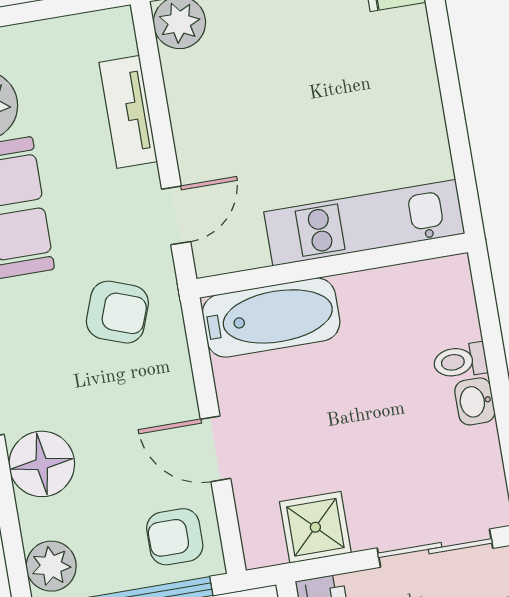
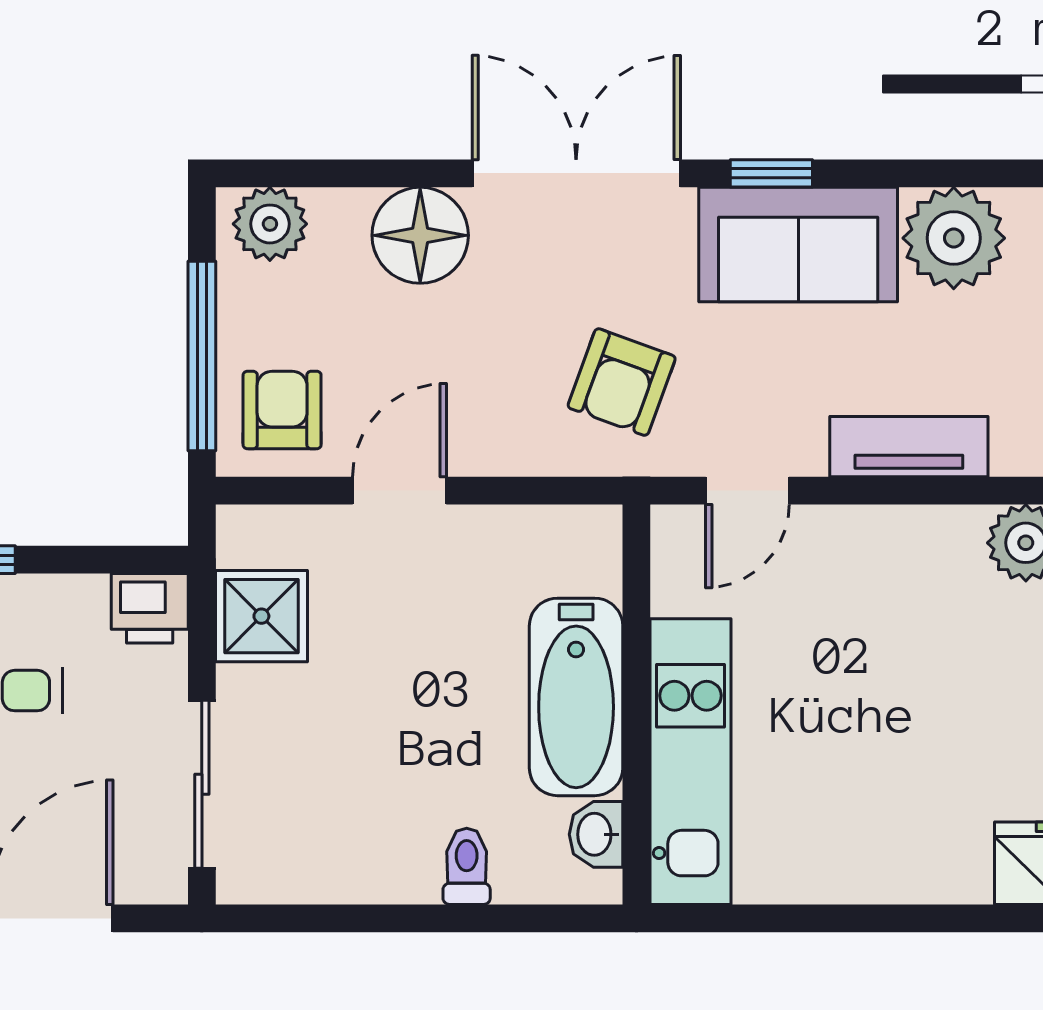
door: (176, 215) -> (747, 491), hinge flipped
bathtub: (271, 318) -> (576, 697), moved
washbasin: (475, 401) -> (596, 834), moved, turned -90

